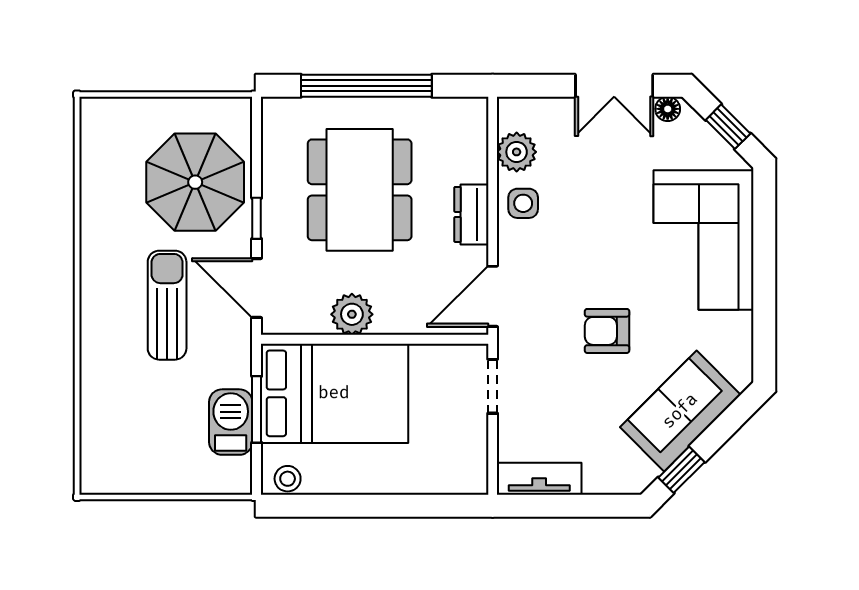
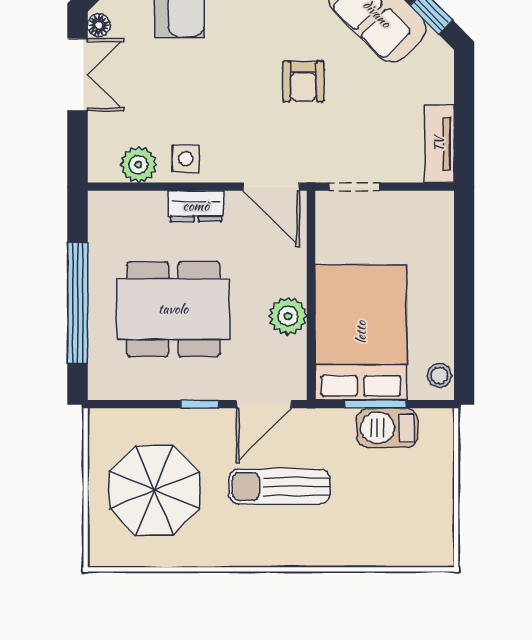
parasol: (195, 182) -> (154, 490), moved

